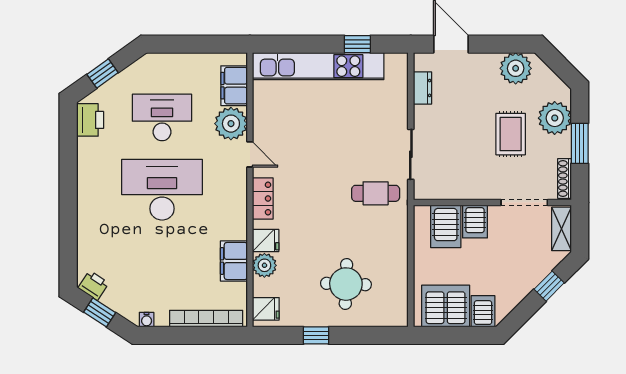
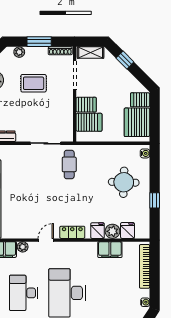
plant: (555, 118) -> (19, 52), width x0.53, depth x0.53
plant: (231, 124) -> (23, 247), width x0.53, depth x0.53
fridge: (266, 309) -> (128, 230), moved
water cooler: (394, 319) -> (145, 153), added

